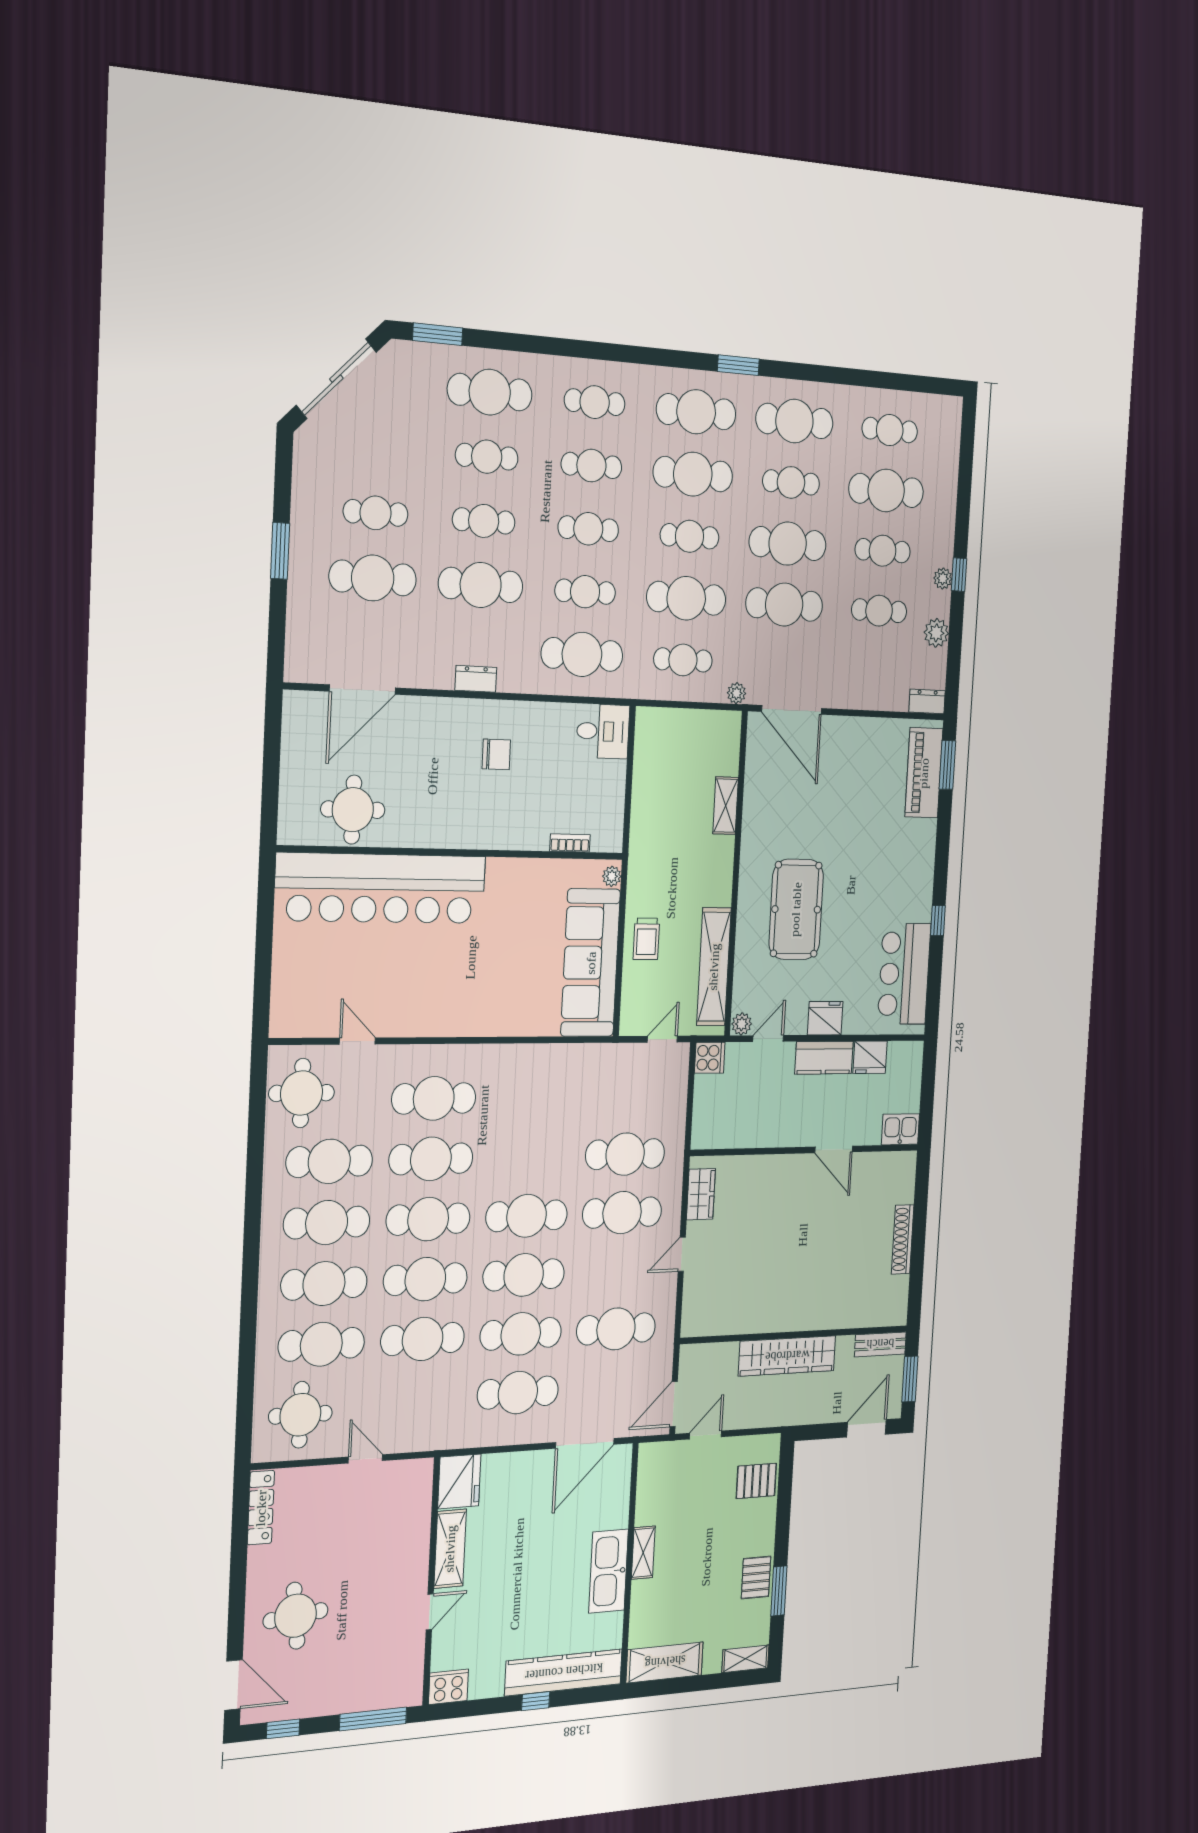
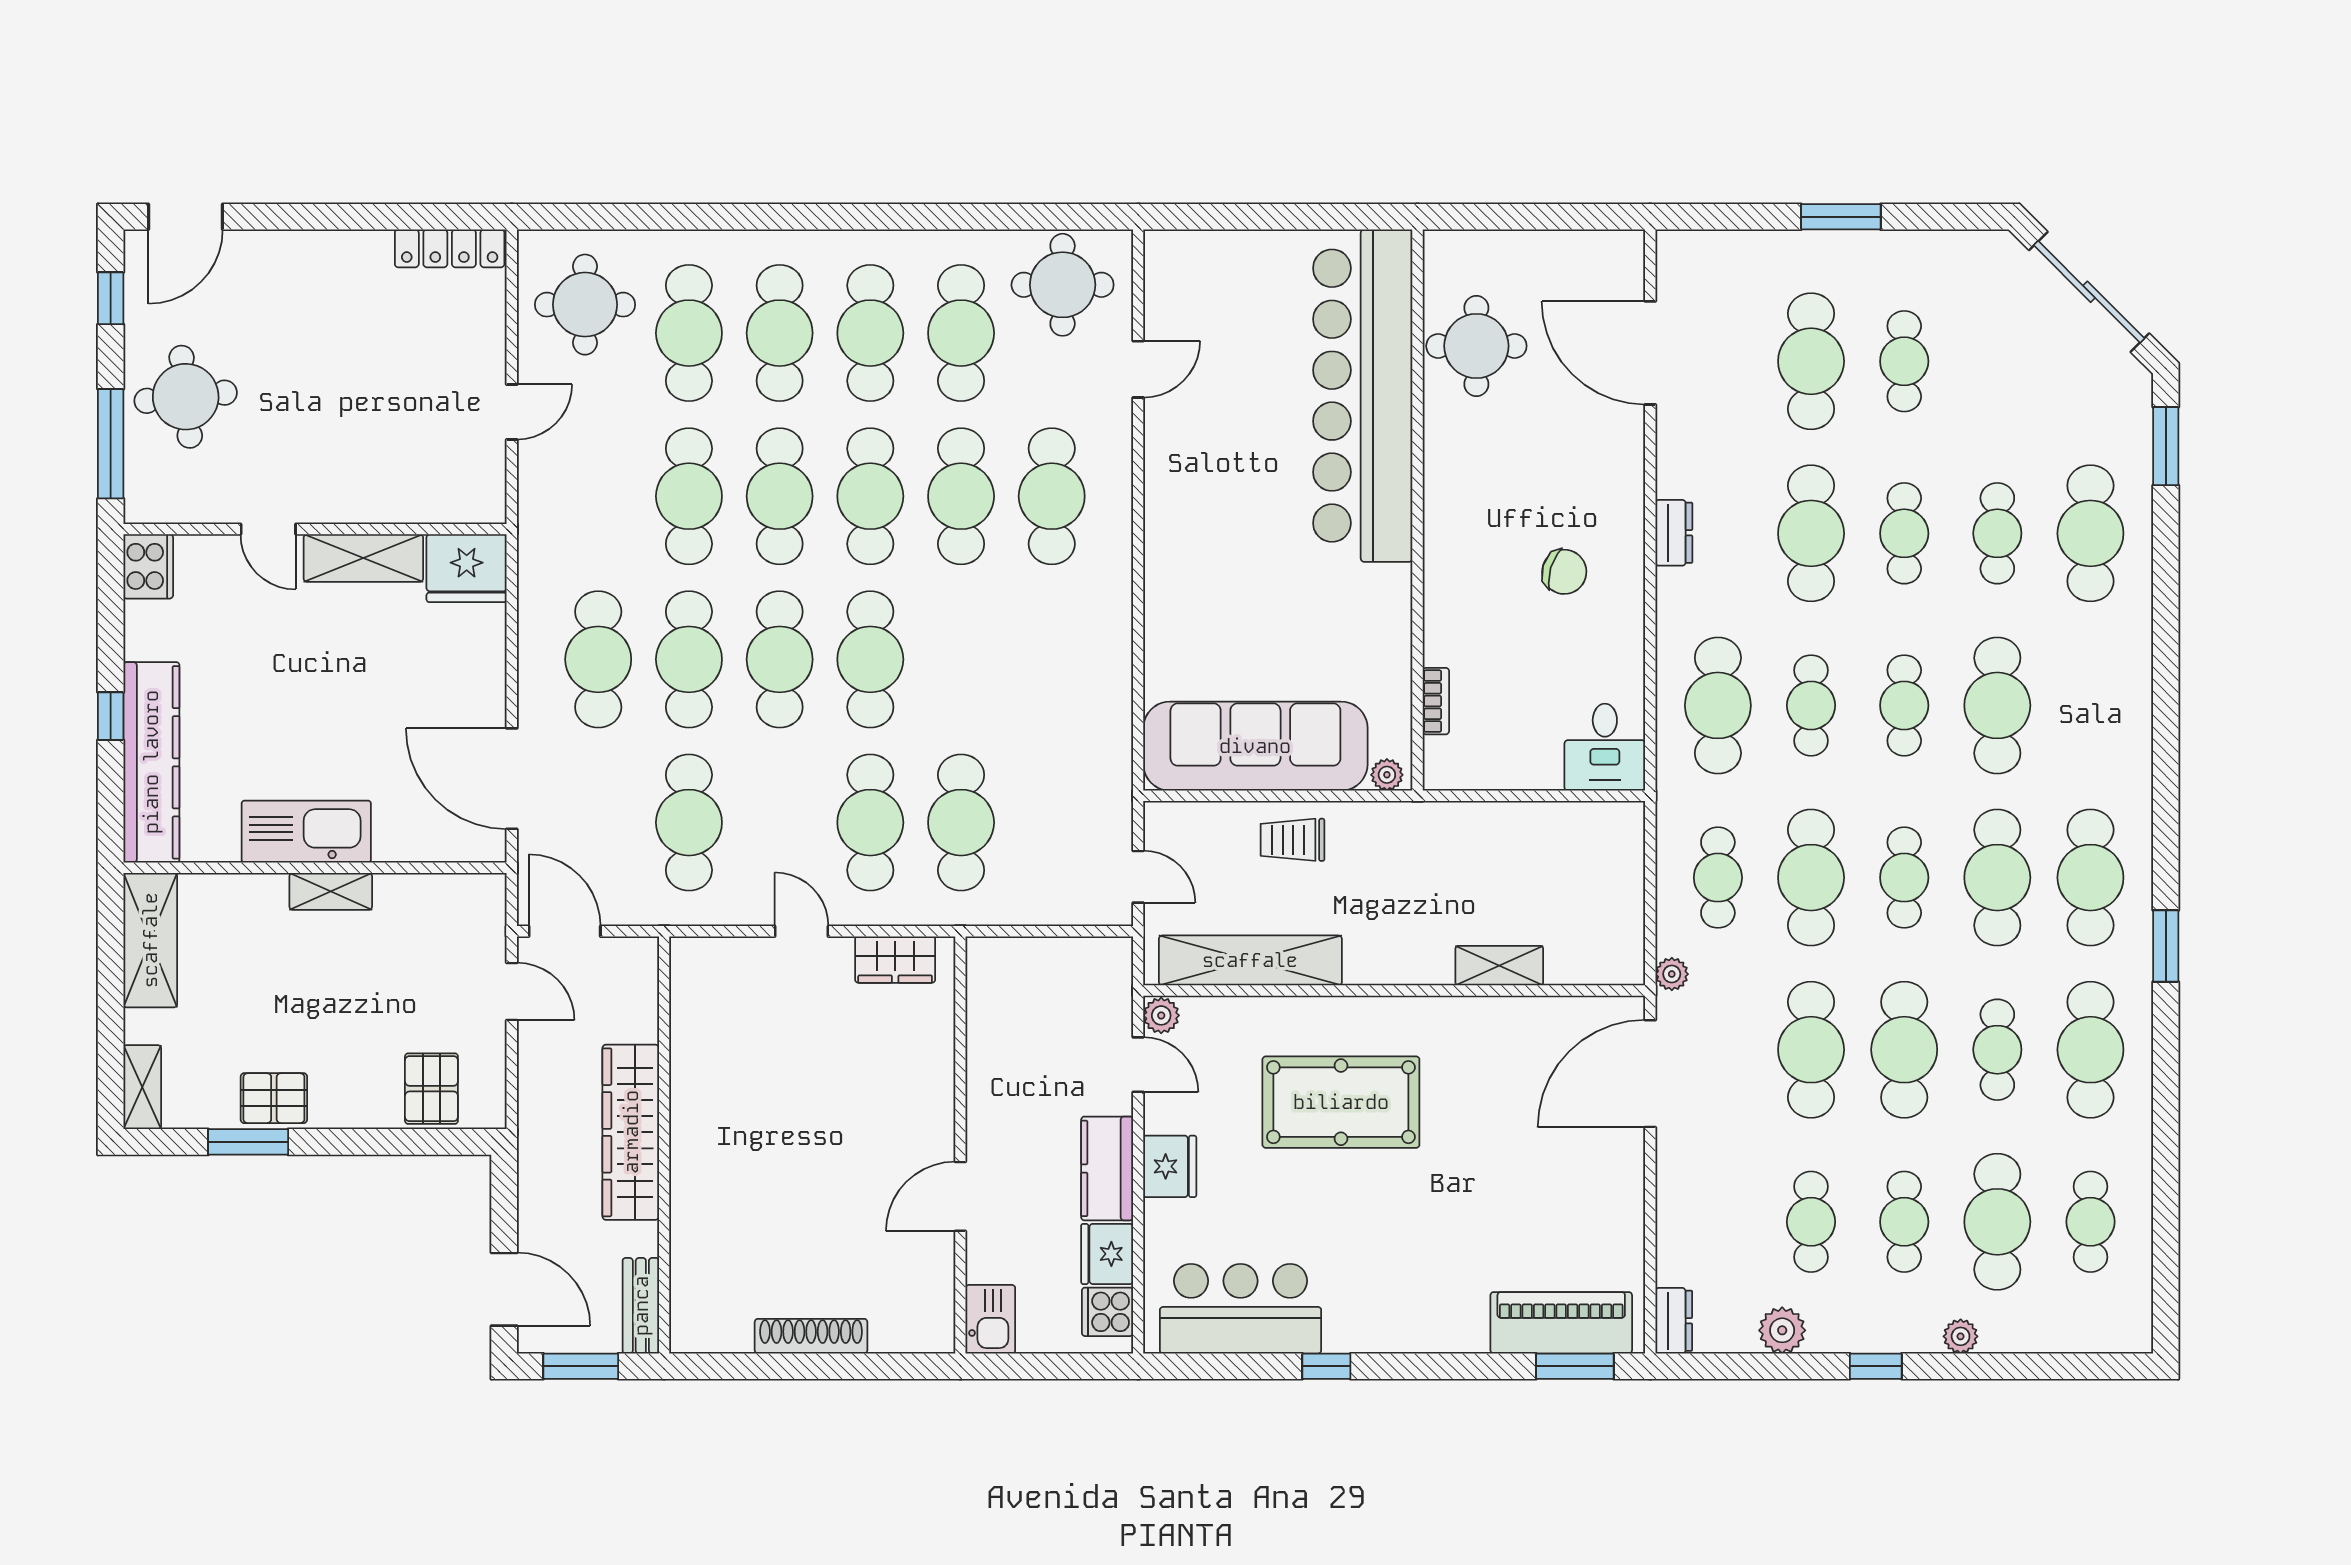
cafe table: (595, 402) -> (2090, 705), removed
cafe table: (591, 466) -> (1997, 705), width x1.37, depth x1.35
plant: (943, 578) -> (1961, 1336), moved
chair: (496, 754) -> (1564, 572), turned -73
cooker: (710, 1058) -> (1107, 1312), moved, turned 90
round table: (296, 1616) -> (186, 397), moved

